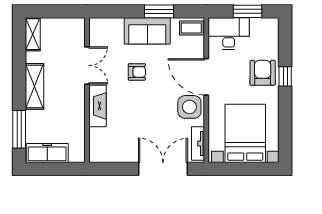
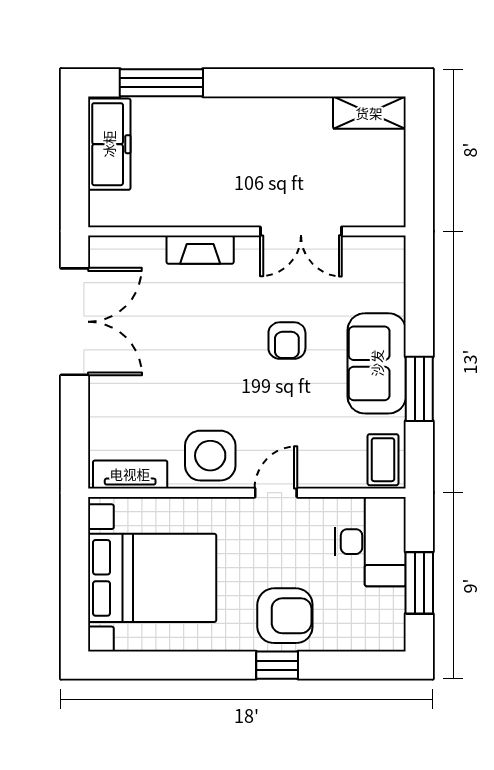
door: (206, 77) -> (276, 493), width x0.53
shelving: (34, 86) -> (255, 116), removed
fireplace: (97, 106) -> (200, 250), width x0.73, depth x0.76
double door: (163, 169) -> (74, 322), moved

